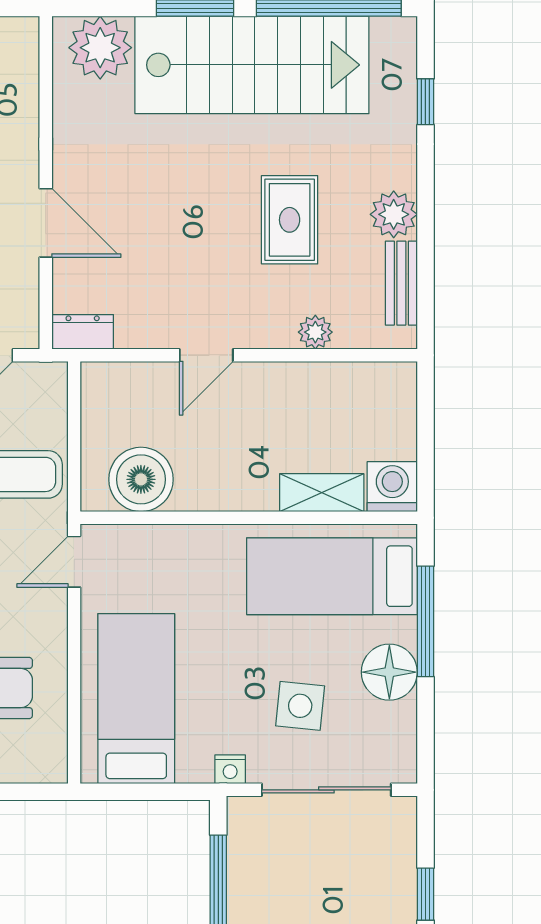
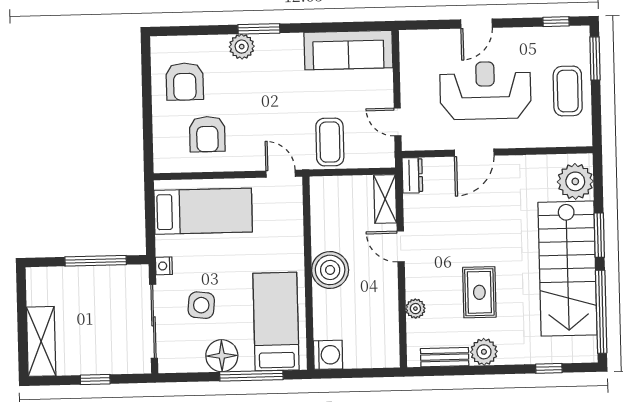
rug: (290, 220) -> (479, 292), turned 90
boiler: (141, 479) -> (330, 270), moved
shelving: (322, 493) -> (385, 199), moved

